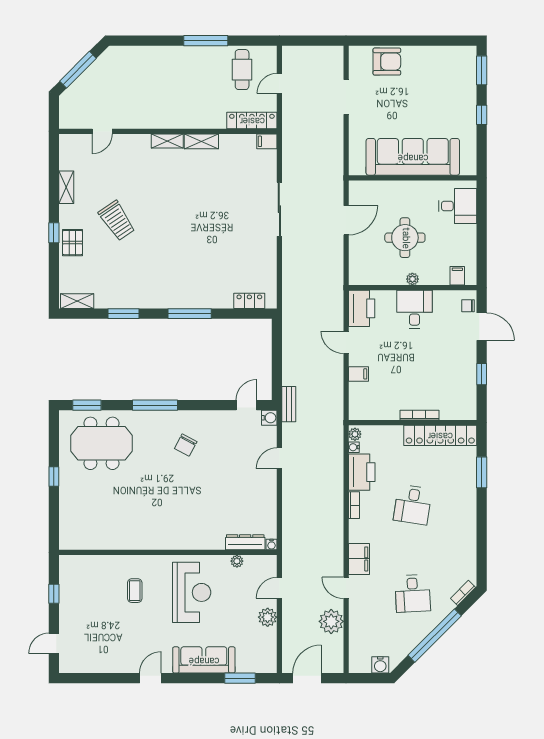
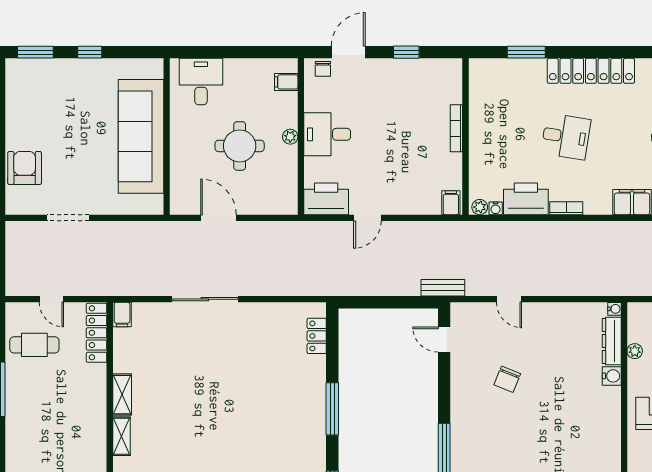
filing cabinet: (358, 374) -> (451, 203), moved
water cooler: (269, 418) -> (612, 376), moved, turned 90
locker: (440, 435) -> (591, 71), moved, turned 90
chair: (186, 445) -> (507, 379), moved, turned 84

